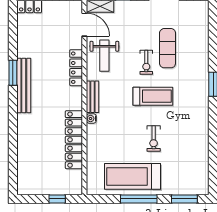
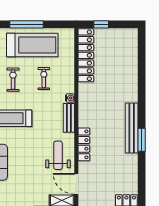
exercise bike: (146, 62) -> (44, 78), moved
locker: (74, 140) -> (86, 55), moved

